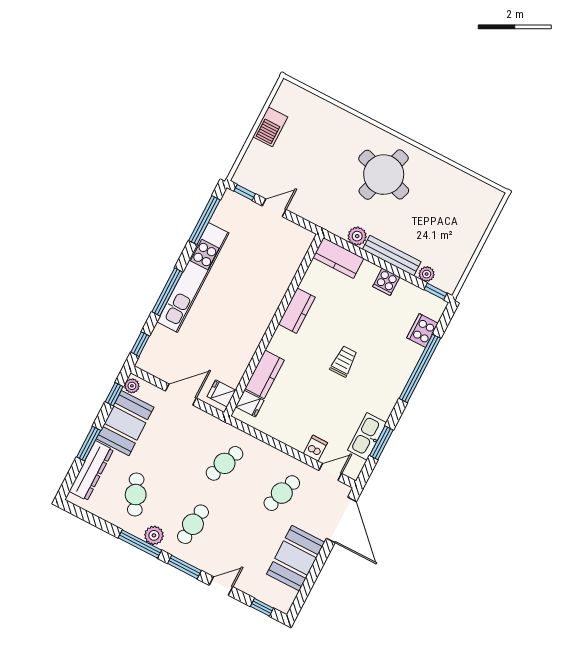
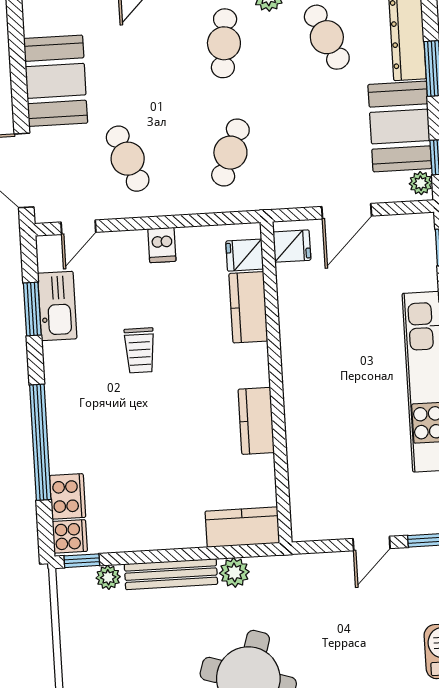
cooker: (386, 282) -> (70, 536), moved, turned 90
trolley: (344, 361) -> (140, 350), moved
dishwasher: (315, 448) -> (162, 245), moved
cafe table: (282, 493) -> (128, 159), turned -39

